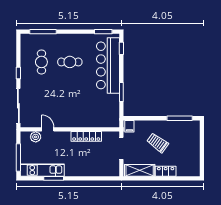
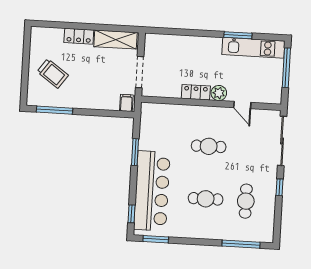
cafe table: (70, 99) -> (209, 146), added
locker: (86, 136) -> (196, 92), width x0.66
plant: (36, 137) -> (219, 93), moved
trolley: (158, 143) -> (53, 73), moved

